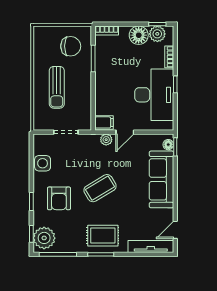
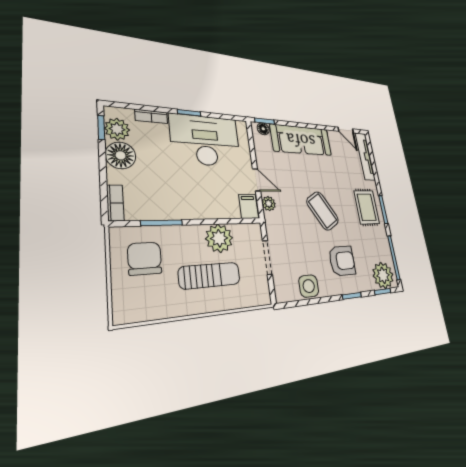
plant: (81, 97) -> (219, 238), added

